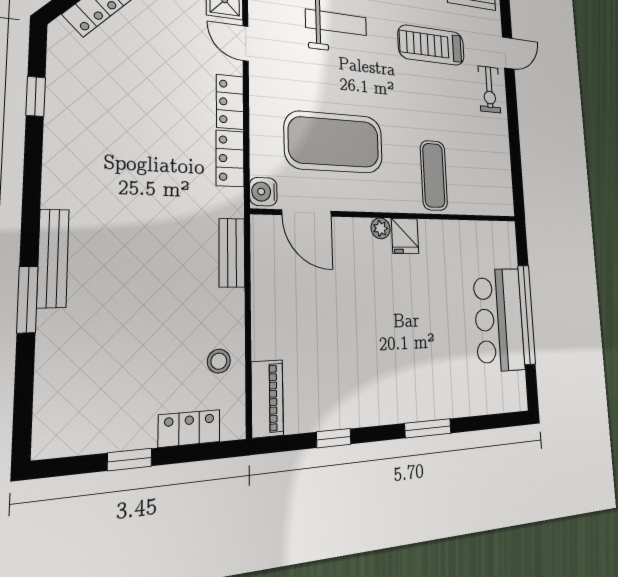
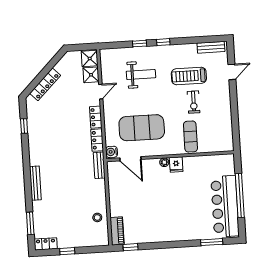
door: (246, 44) -> (101, 92), swing flipped
exercise bike: (489, 89) -> (194, 102), moved
bench: (232, 253) -> (99, 165), moved
window: (27, 299) -> (30, 223), moved
bar counter: (499, 320) -> (225, 206), width x1.36
locker: (189, 428) -> (46, 244), moved
window: (428, 428) -> (212, 242), moved
window: (334, 438) -> (130, 247), moved

